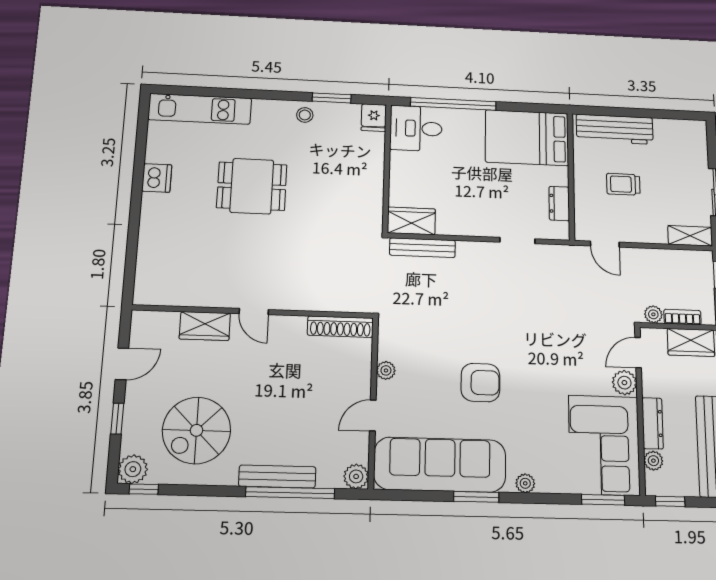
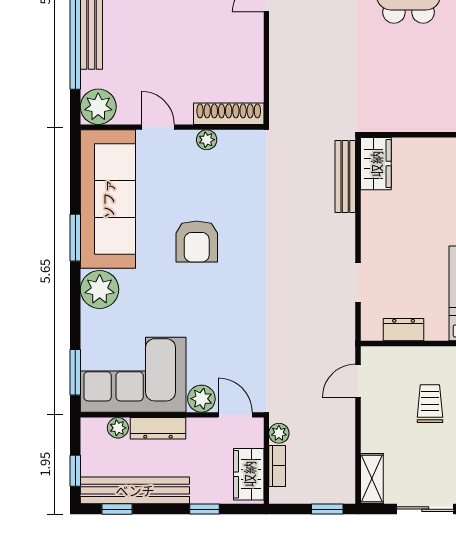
shoe rack: (340, 327) -> (229, 114), moved, turned 90
plant: (356, 476) -> (98, 107), width x1.36, depth x1.36
plant: (525, 483) -> (100, 289), width x1.88, depth x1.88
window: (670, 501) -> (75, 471), moved

